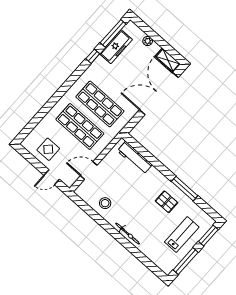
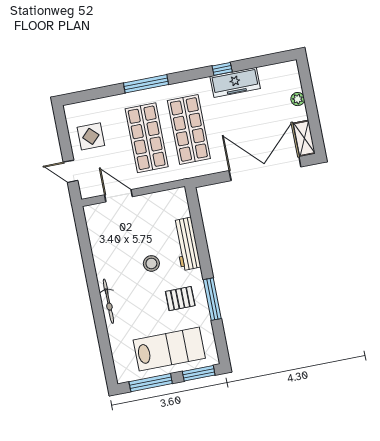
window: (113, 33) -> (146, 84), moved
freezer: (116, 47) -> (235, 82), moved
workbench: (135, 158) -> (187, 244), moved
pallet: (166, 202) -> (180, 299), turned 90
stool: (105, 203) -> (151, 263), moved
lab bench: (182, 235) -> (169, 349), width x1.36, depth x1.39

